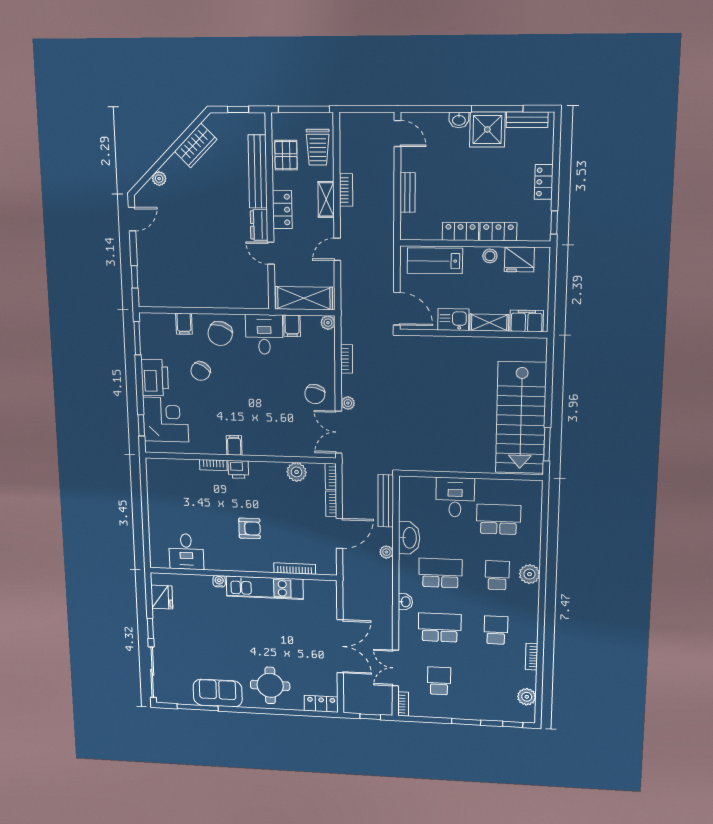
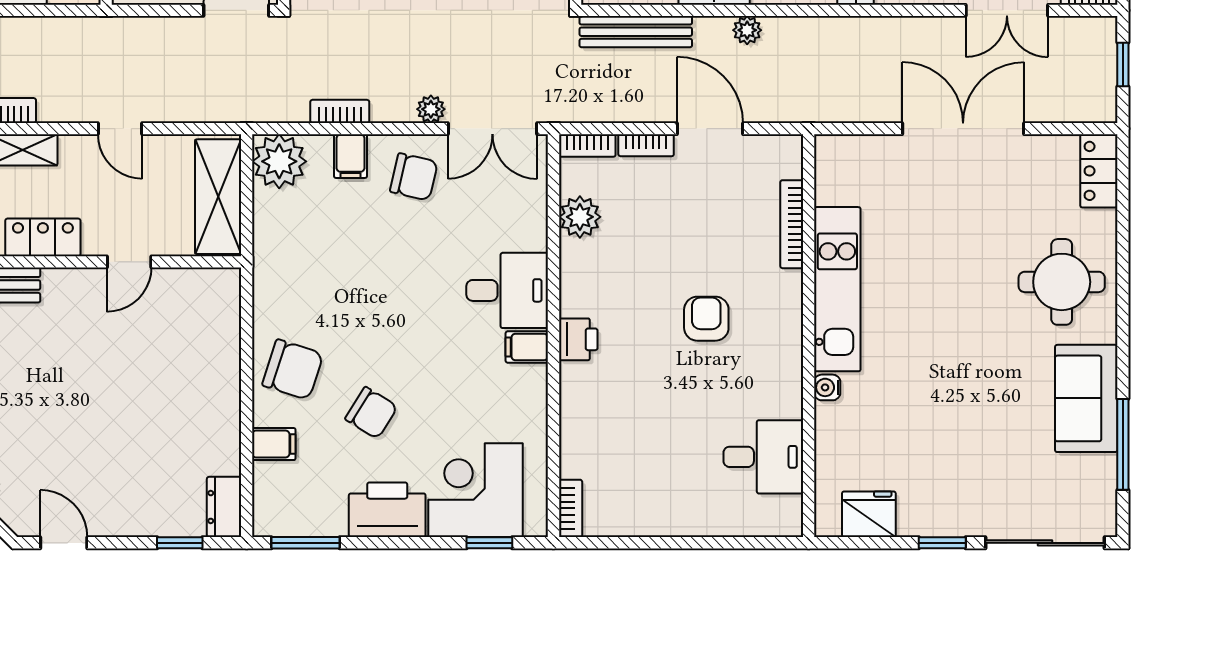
dresser: (259, 225) -> (224, 507), moved, turned 90
plant: (328, 323) -> (279, 161), width x1.88, depth x1.88
filing cabinet: (292, 326) -> (351, 156), moved, turned 90
desk: (264, 334) -> (507, 290), moved, turned 180
bookcase: (213, 465) -> (571, 508), moved

